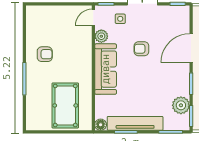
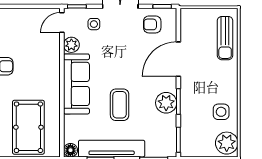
armchair: (141, 49) -> (152, 24), moved
coffee table: (142, 87) -> (120, 105), added
plant: (181, 105) -> (166, 103), moved

